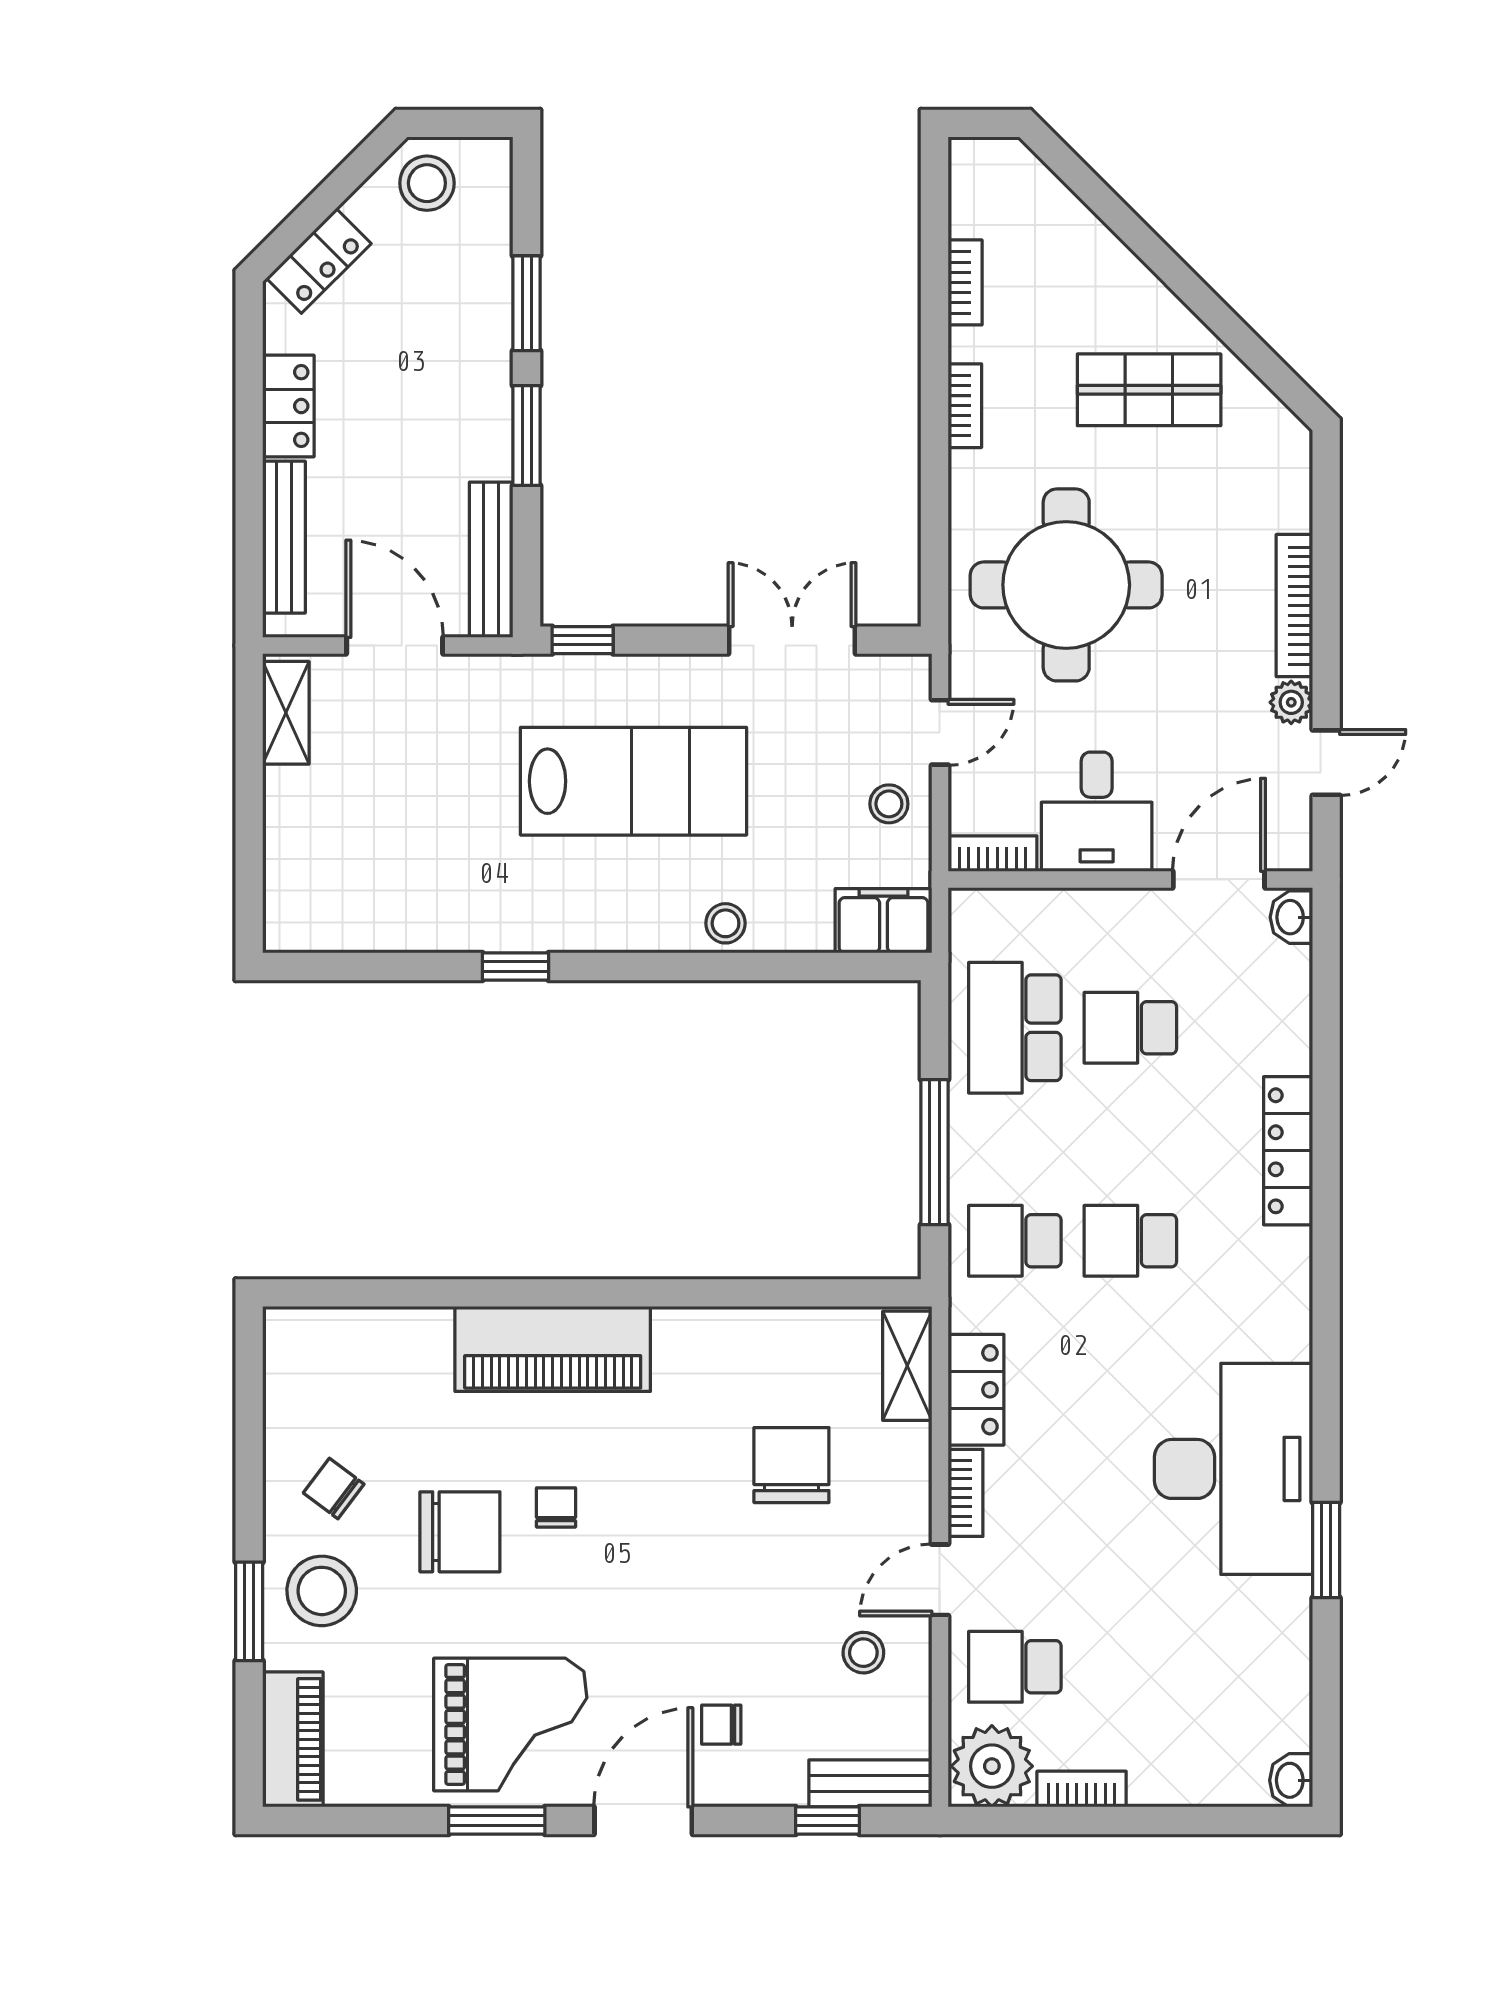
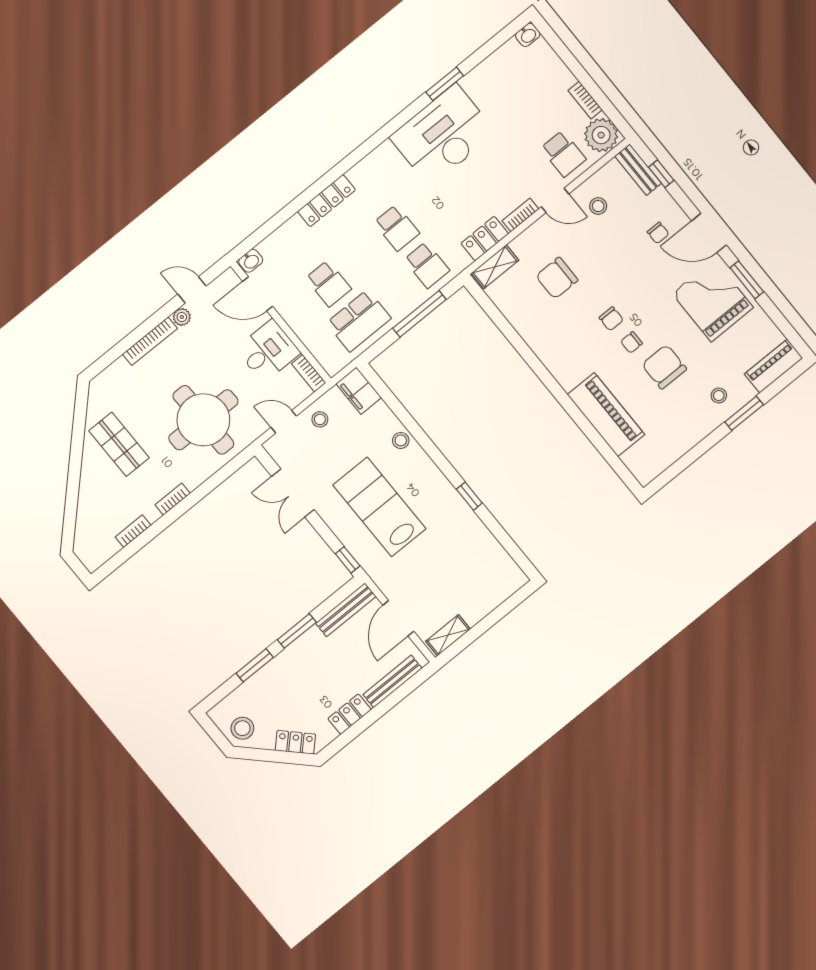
piano: (553, 1349) -> (606, 415), moved
chair: (334, 1488) -> (611, 319), moved, turned -37
stool: (322, 1591) -> (719, 395), width x0.53, depth x0.53

